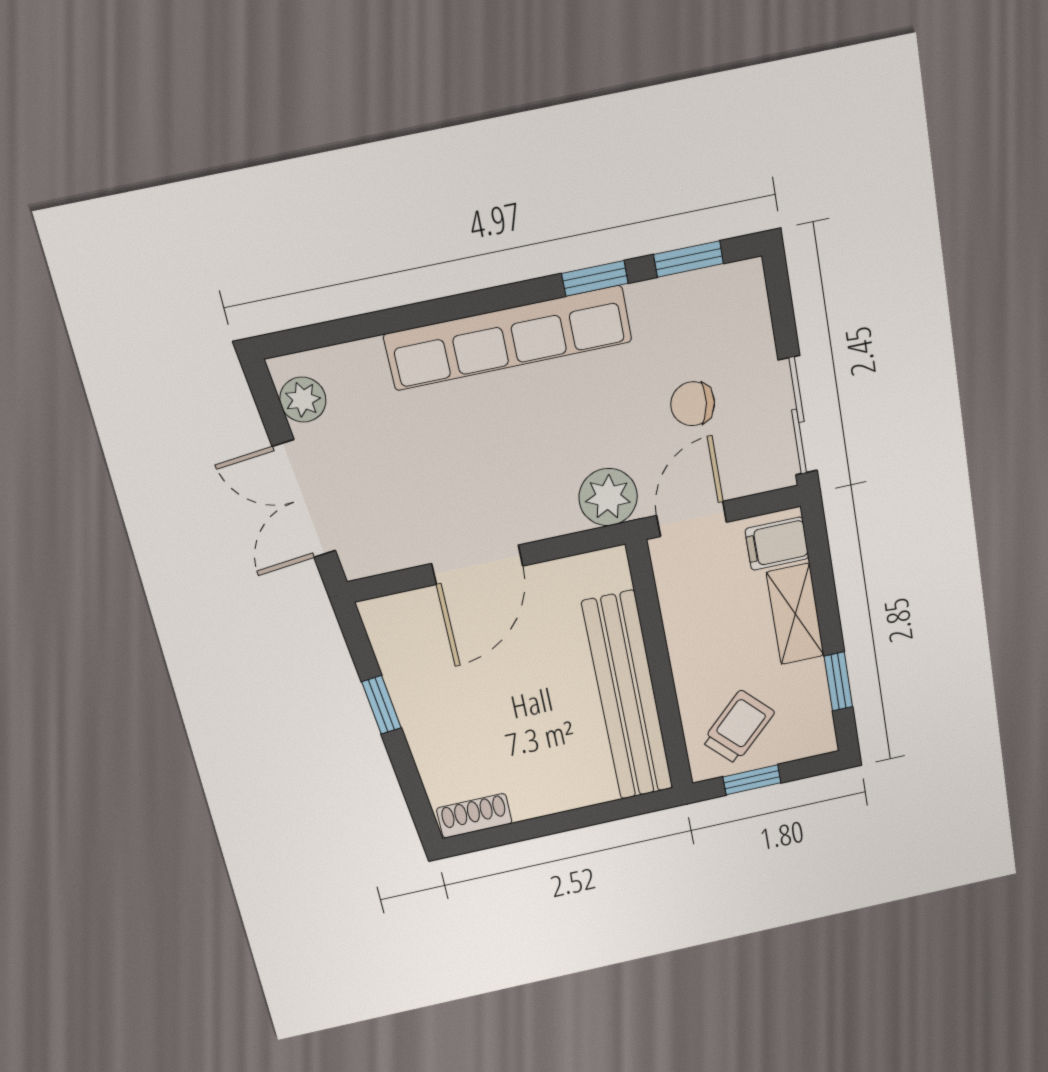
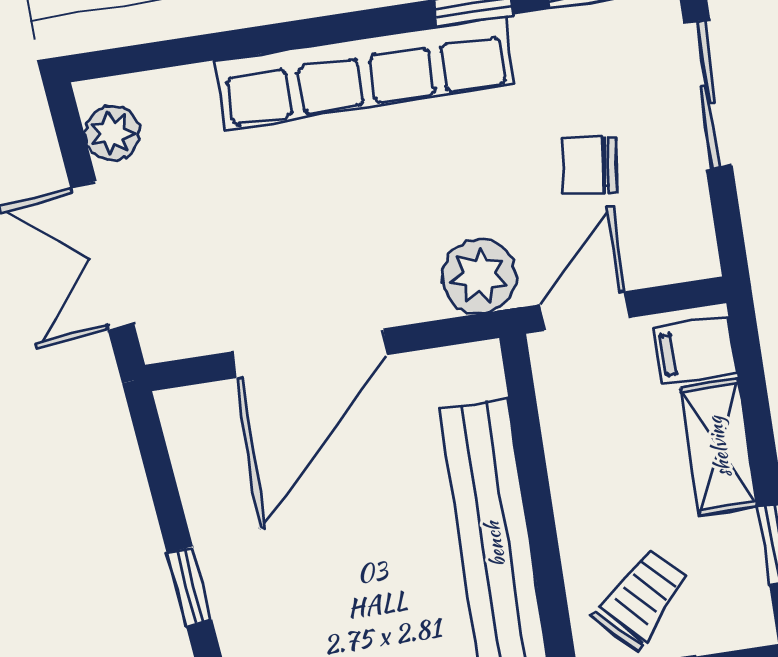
sliding door: (798, 416) -> (708, 94), moved
door: (477, 565) -> (310, 353), width x1.36
window: (381, 705) -> (189, 586), moved

